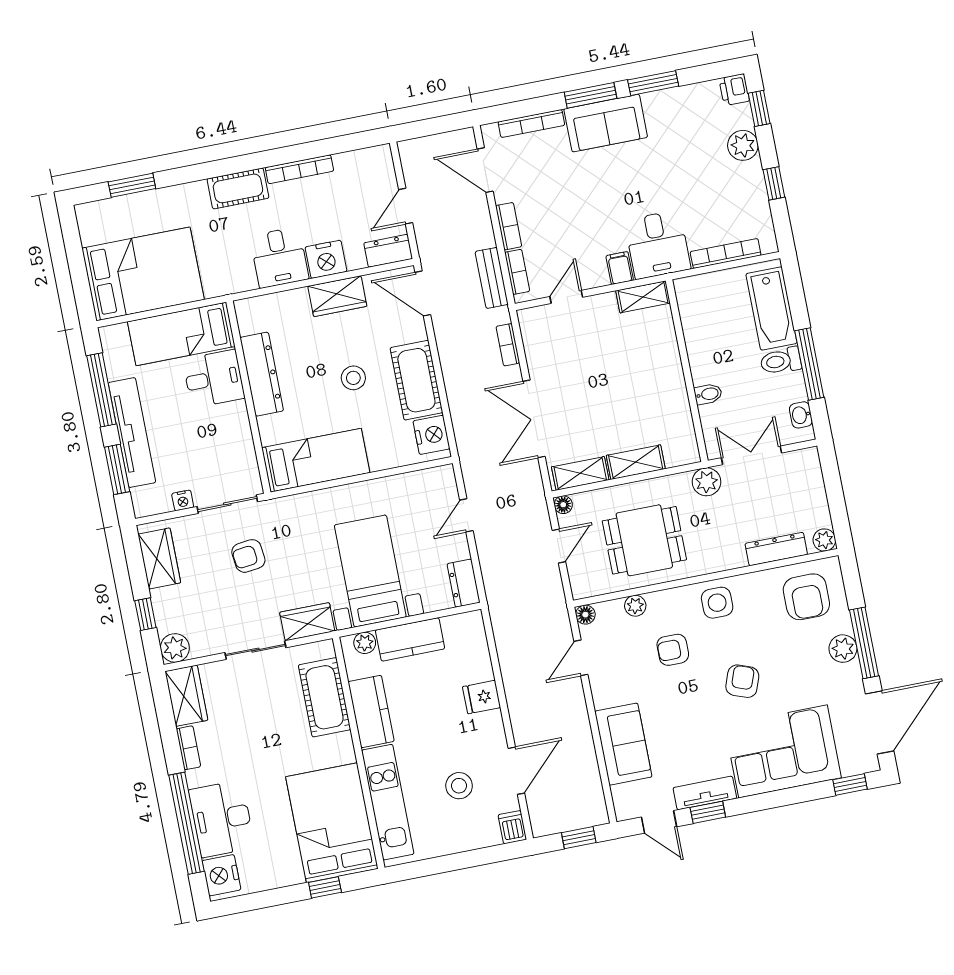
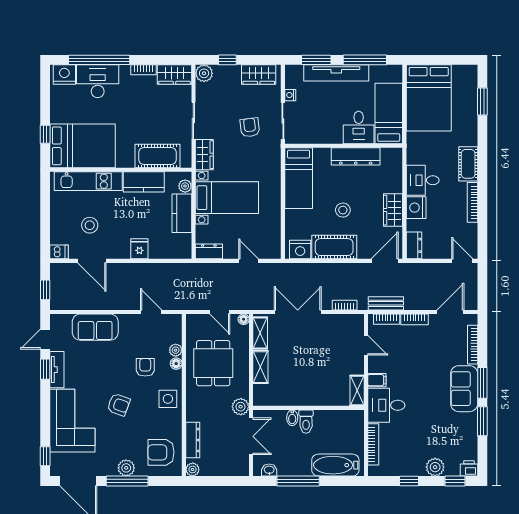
door: (406, 206) -> (462, 261), moved
toilet: (781, 361) -> (306, 422), moved, turned 180
floor lamp: (585, 615) -> (176, 364), moved

